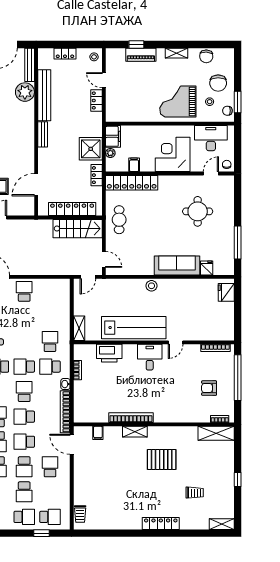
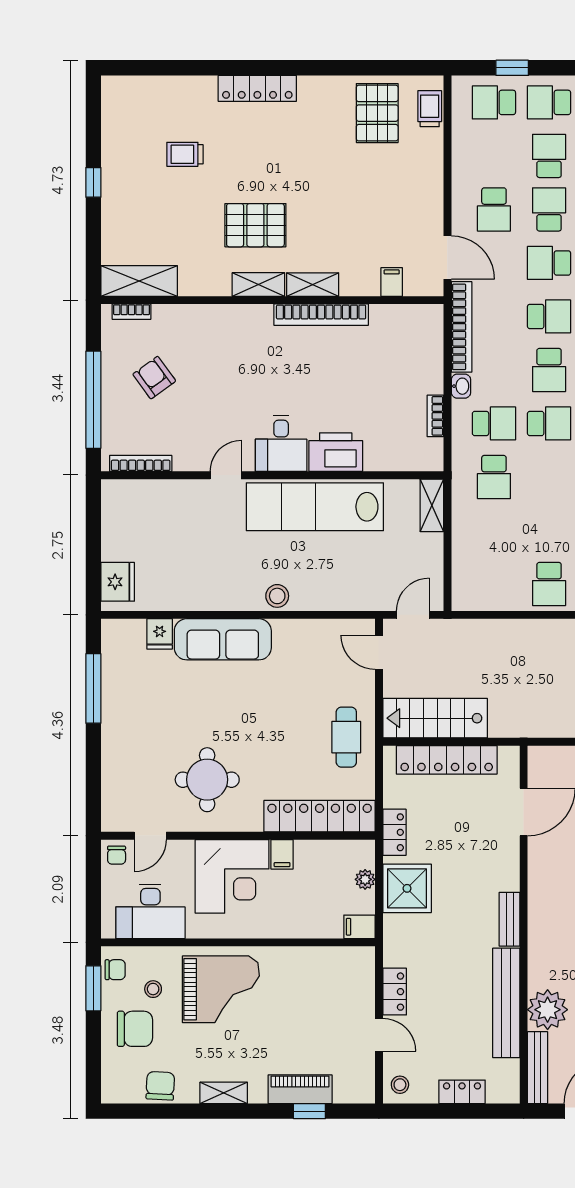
chair: (218, 83) -> (135, 1029), turned 90
filing cabinet: (113, 136) -> (359, 927), width x0.50
filing cabinet: (134, 165) -> (282, 854), moved
round table: (198, 211) -> (207, 780), moved
printer: (109, 353) -> (336, 452), moved
armchair: (209, 388) -> (154, 378), turned -126
school desk: (24, 442) -> (549, 263), turned 180
pallet: (105, 512) -> (377, 113), added
shelving: (222, 524) -> (258, 284), moved

